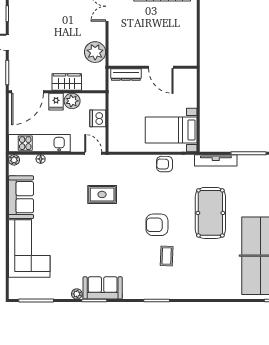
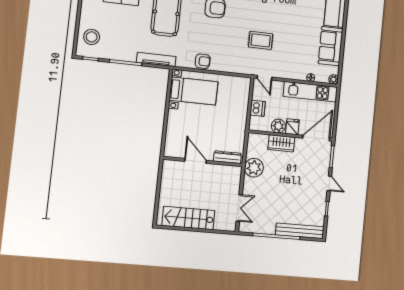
wall: (153, 67) -> (203, 162), moved
door: (161, 67) -> (196, 161), moved
dresser: (126, 74) -> (227, 157), moved

